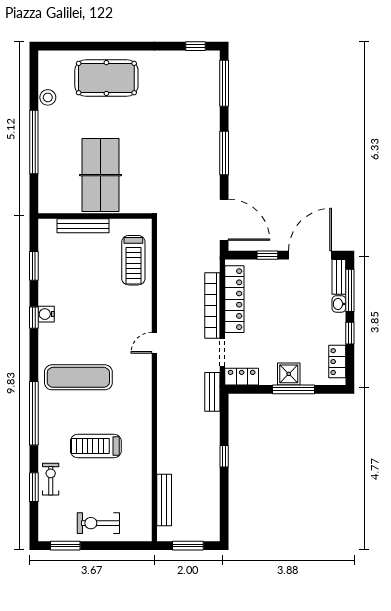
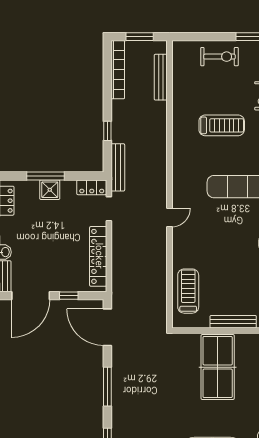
bookcase: (212, 305) -> (118, 70), moved
bench: (212, 392) -> (118, 167), width x1.36
window: (224, 456) -> (107, 131), moved

